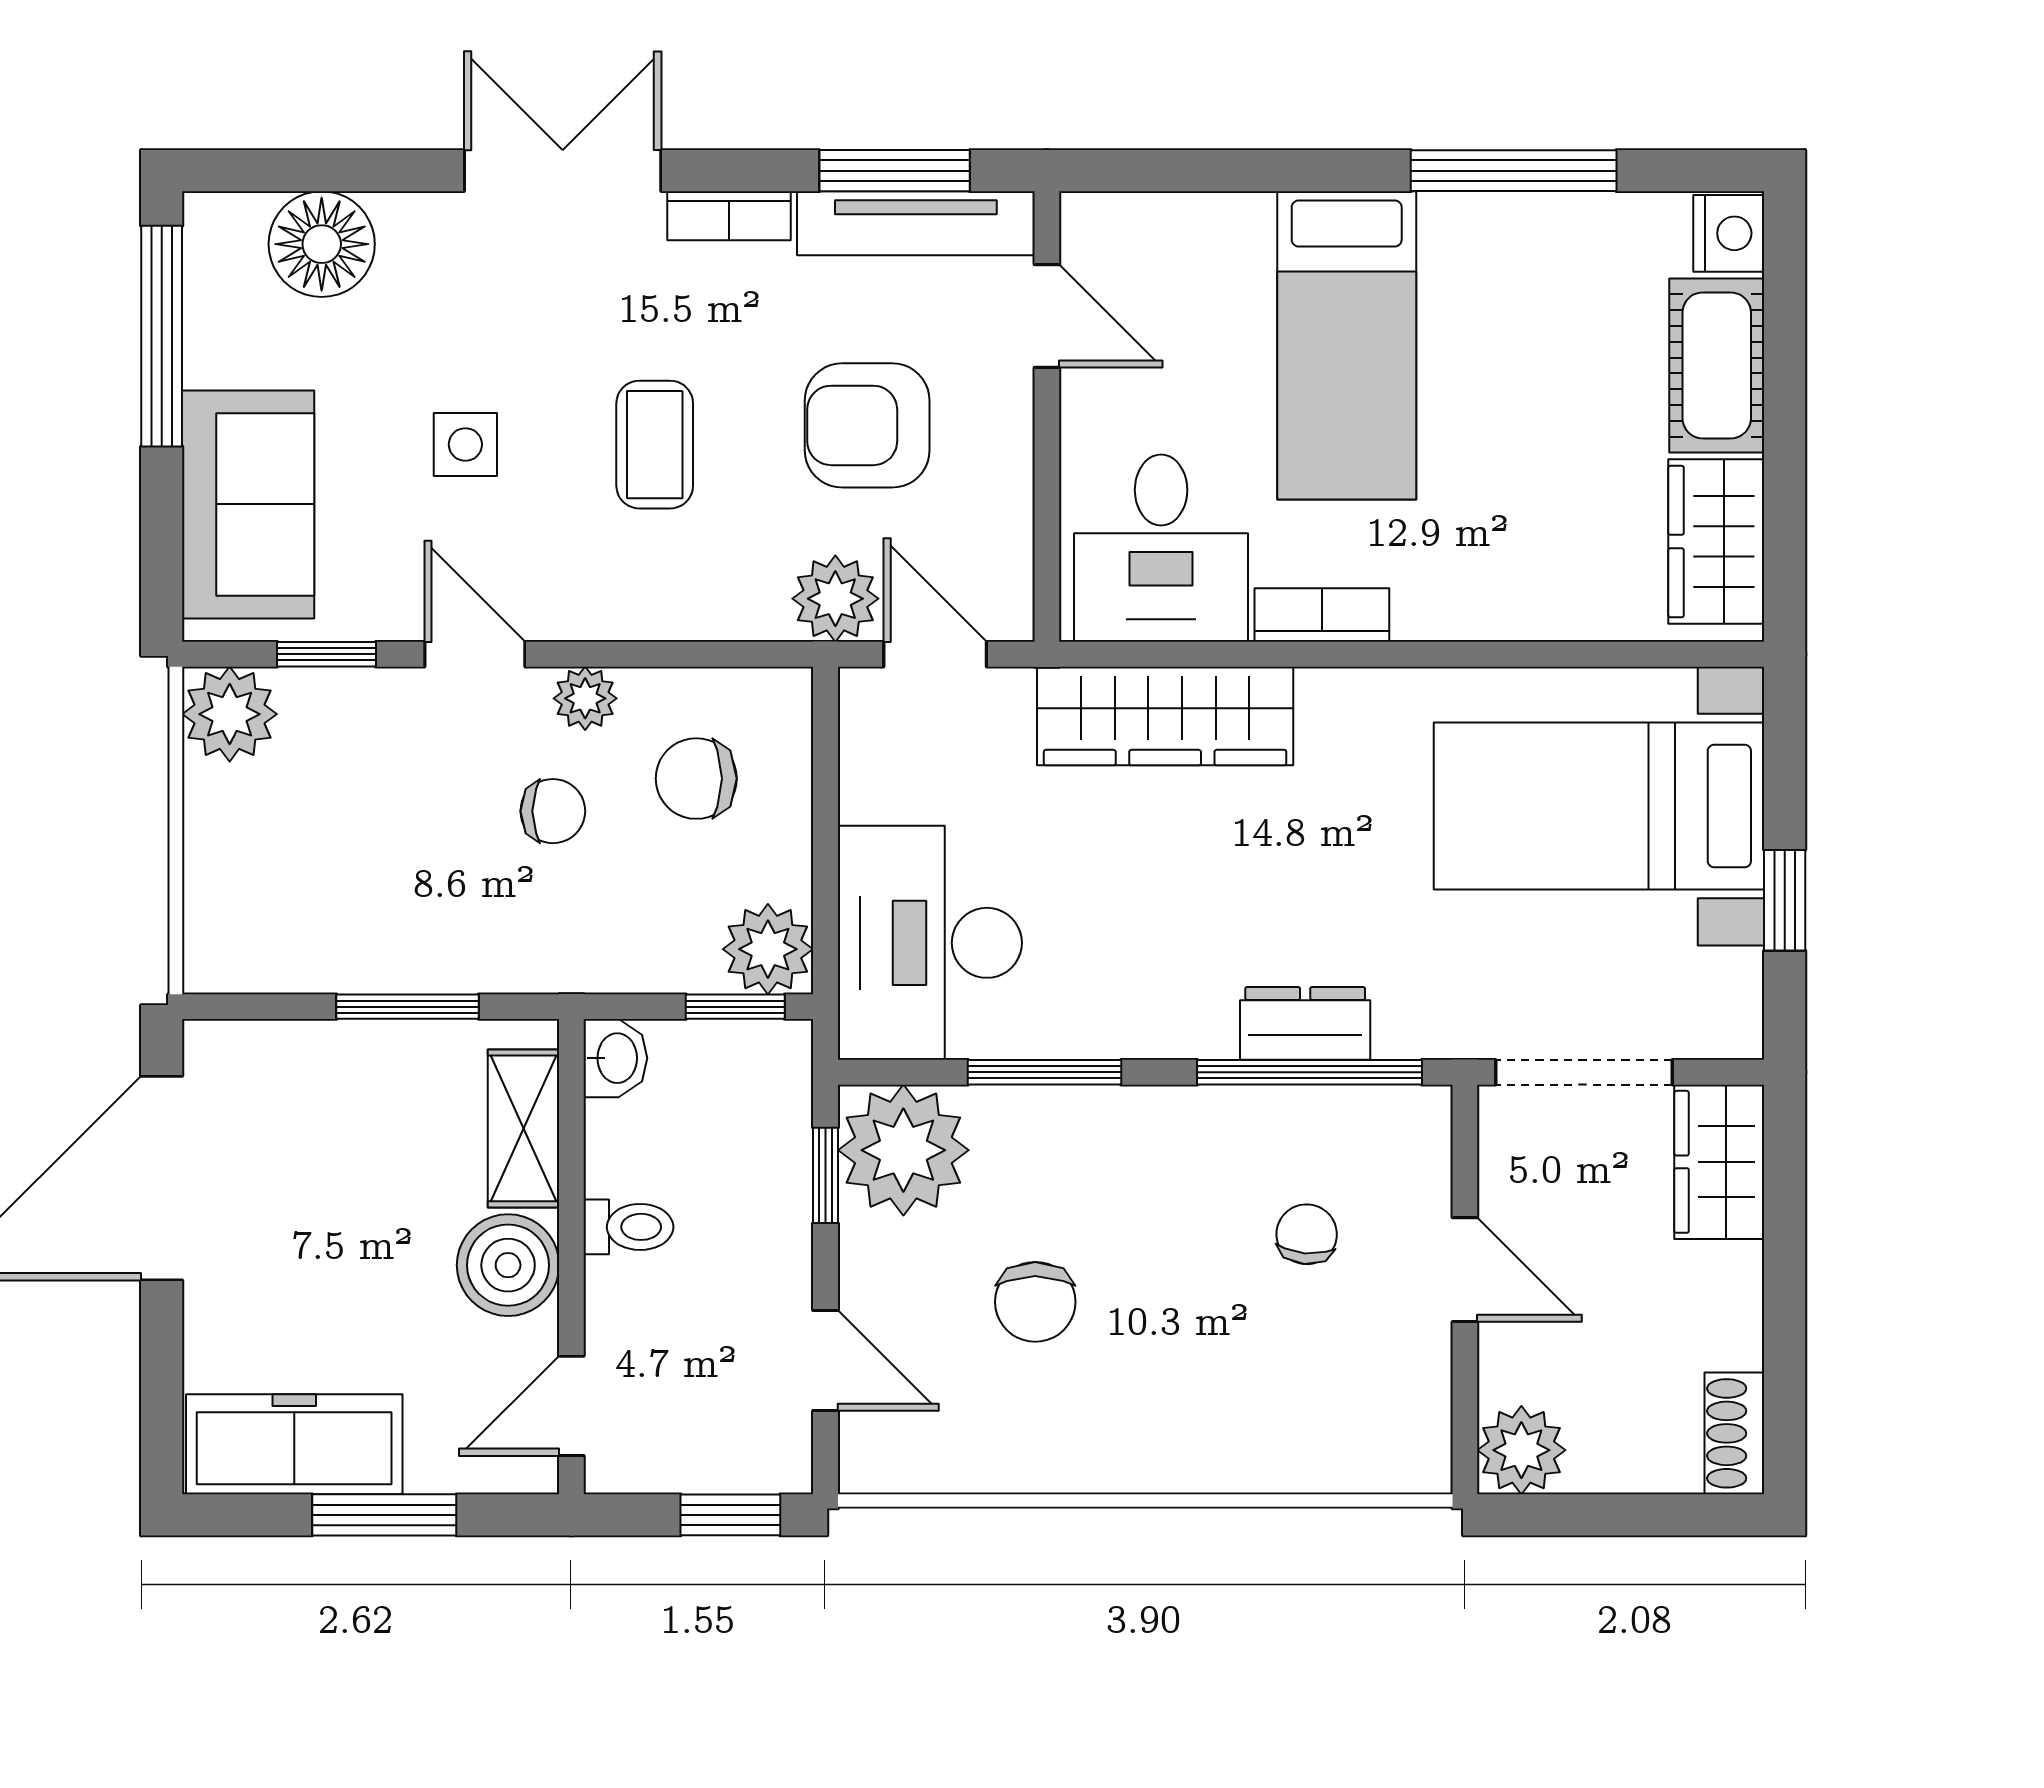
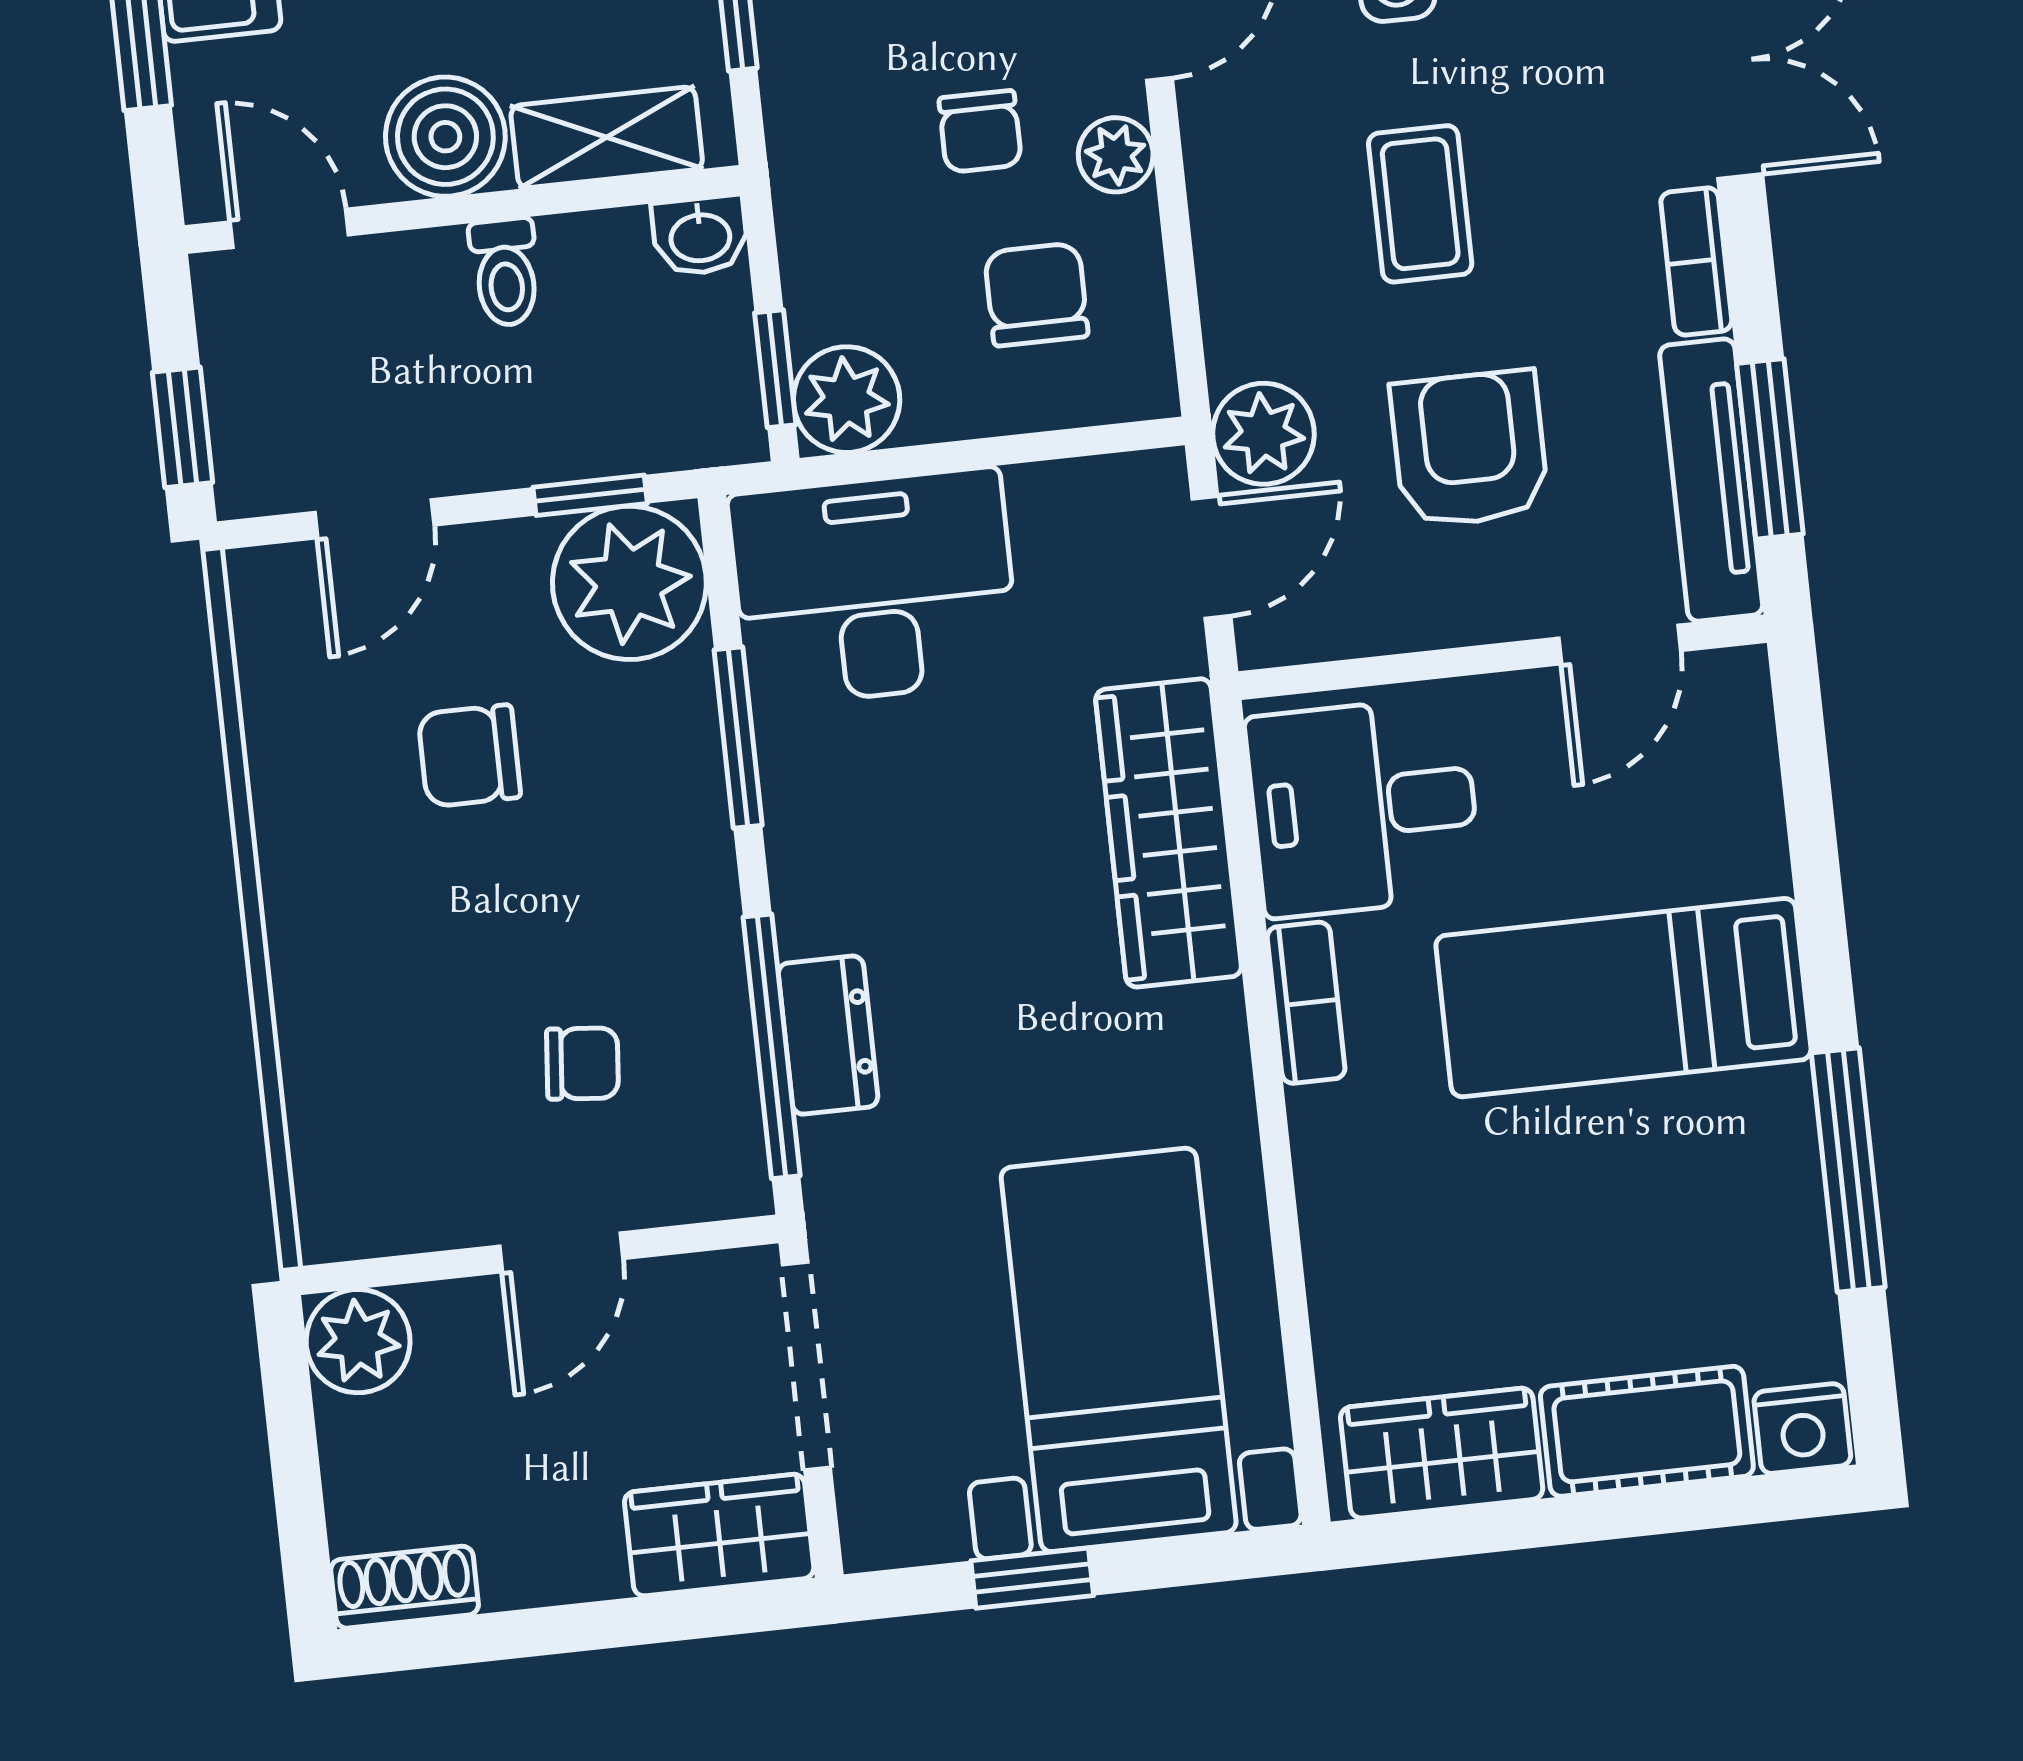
coffee table: (655, 445) -> (1420, 204), turned 90

